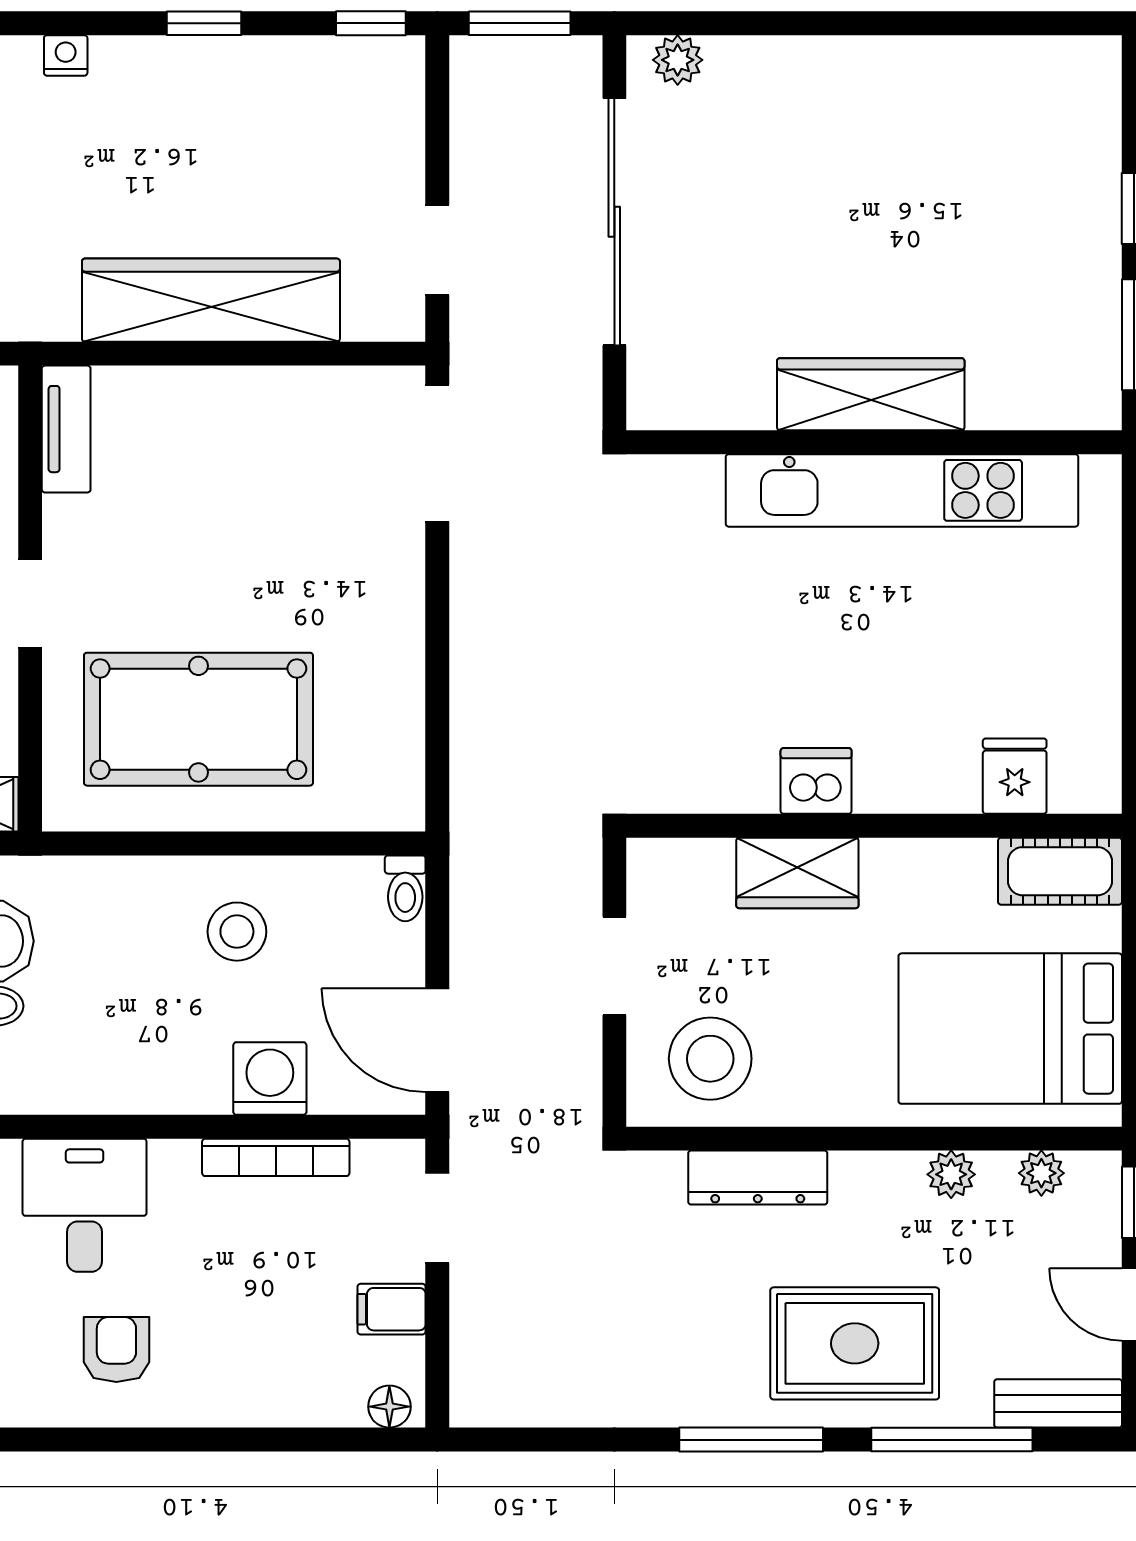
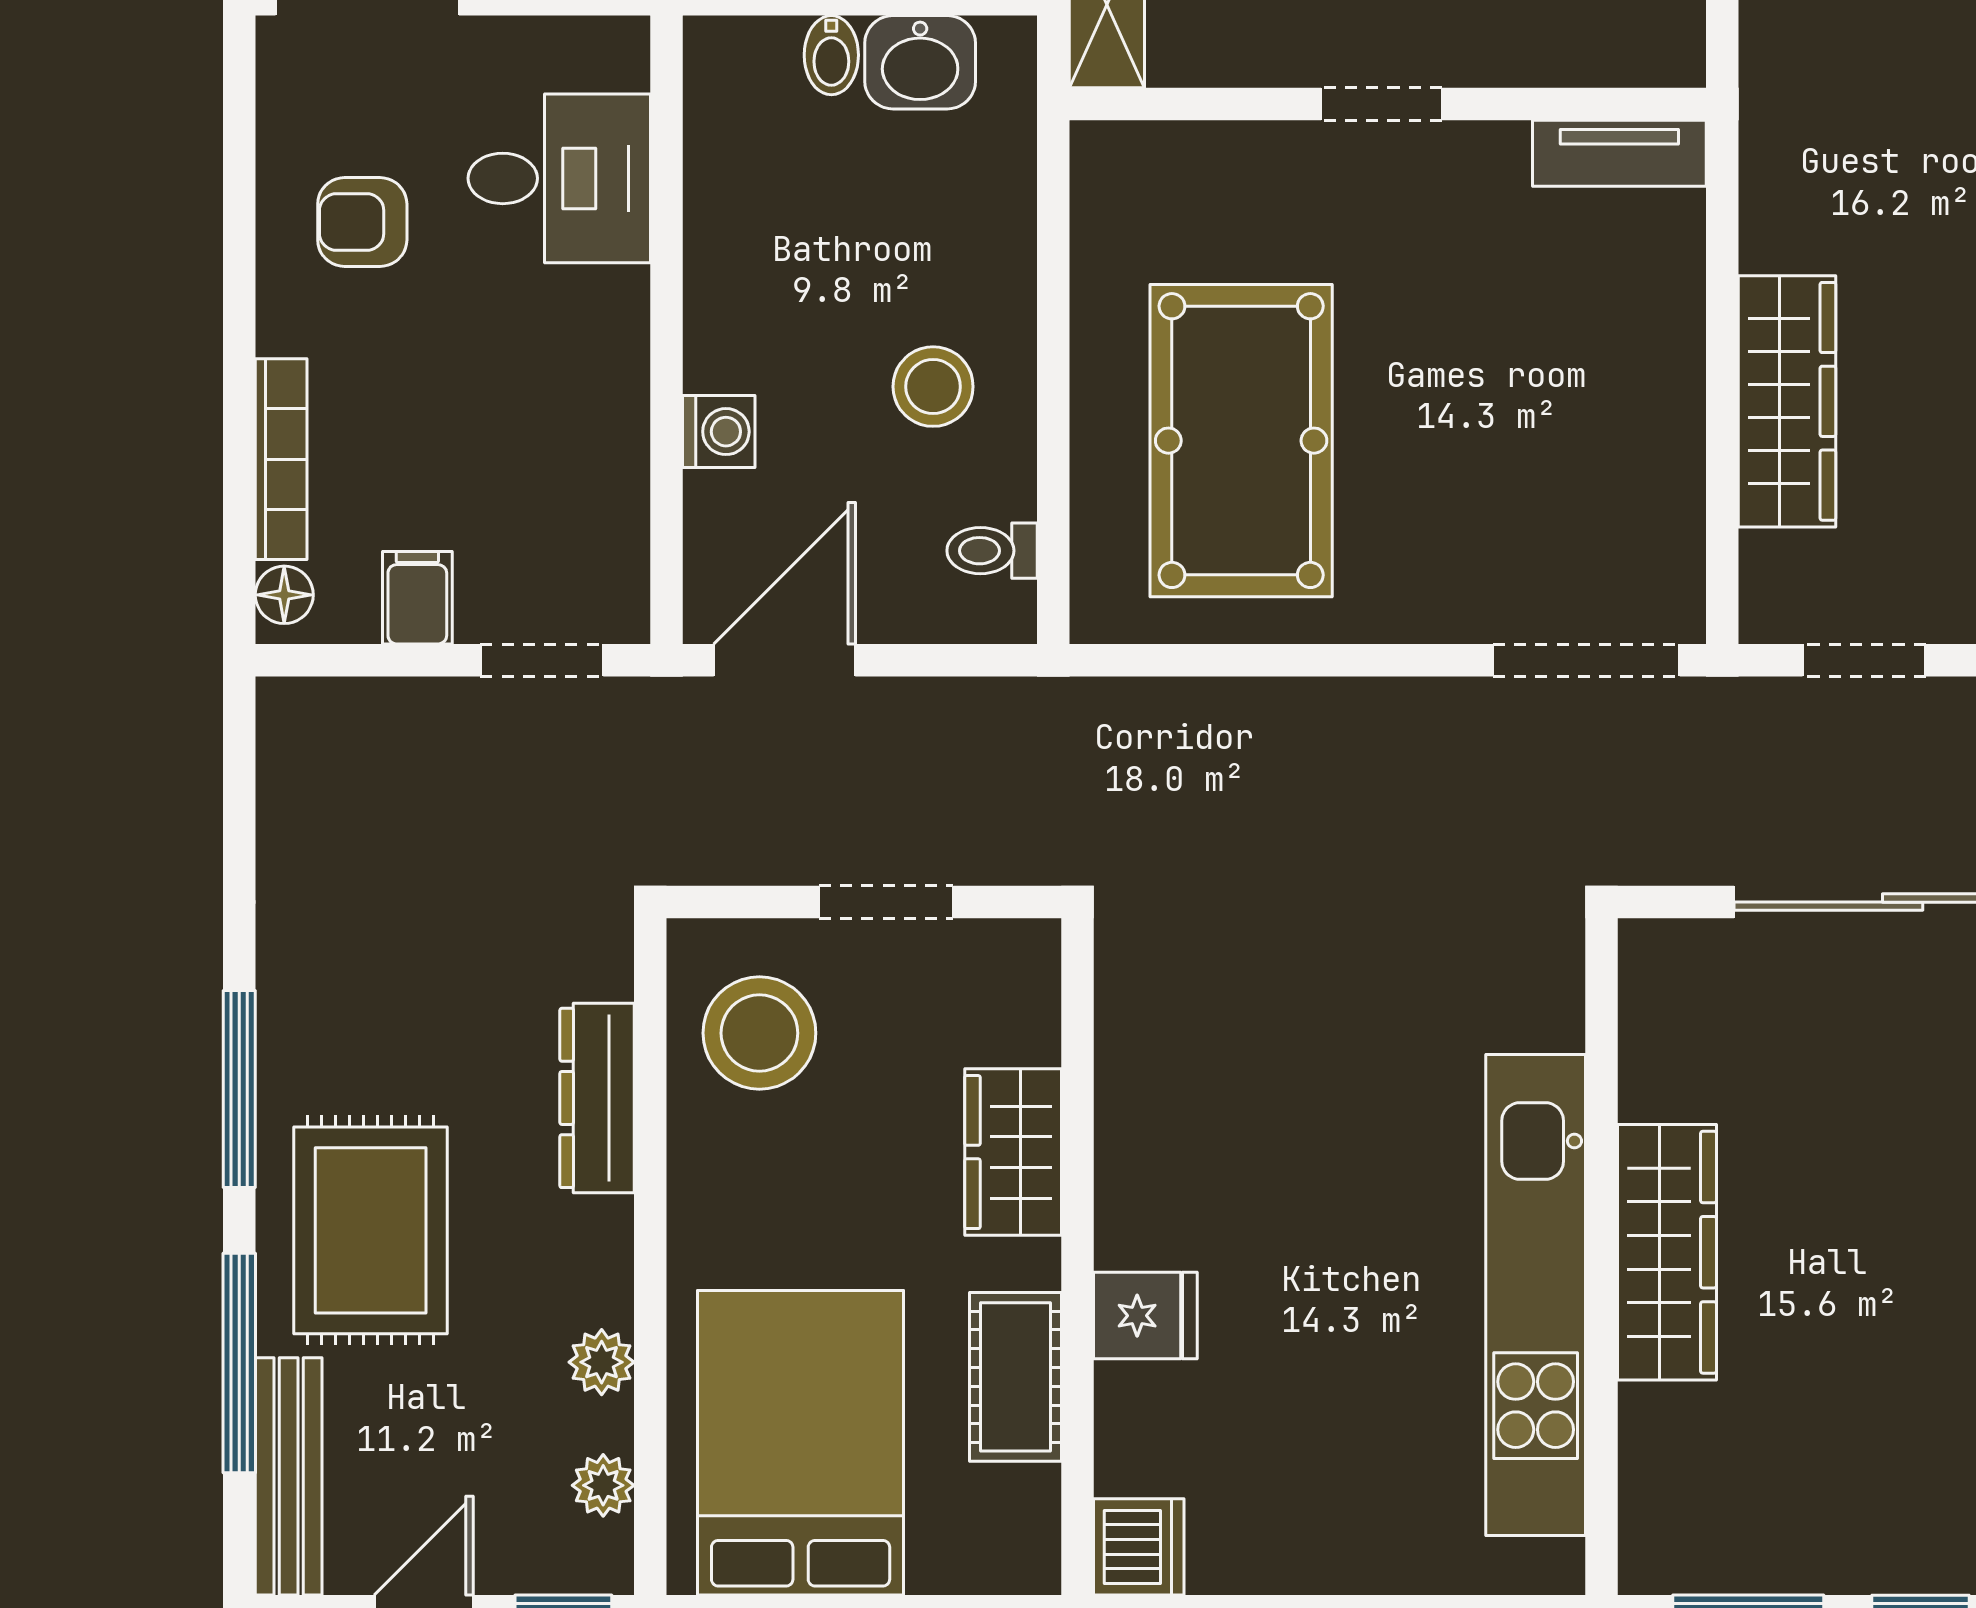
wardrobe: (211, 300) -> (1787, 401), width x0.71, depth x0.85
pool table: (198, 719) -> (1241, 441), moved
fridge: (1015, 776) -> (1145, 1316), moved
dishwasher: (816, 781) -> (1139, 1547), moved
cot: (1060, 871) -> (1015, 1377), moved
toilet: (405, 888) -> (992, 551), moved
washing machine: (270, 1079) -> (719, 432), width x0.73, depth x0.73
bookcase: (276, 1157) -> (281, 459), moved, turned 180
armchair: (116, 1349) -> (362, 222), turned 180
bench: (1058, 1403) -> (289, 1476), width x1.36

